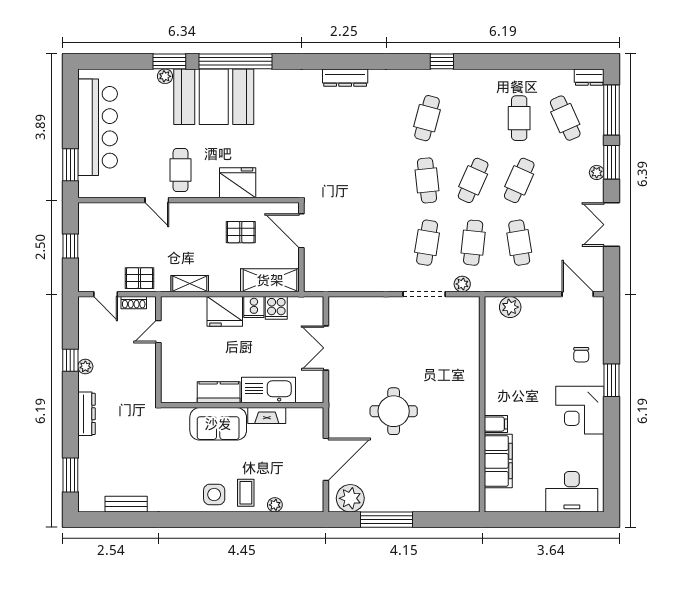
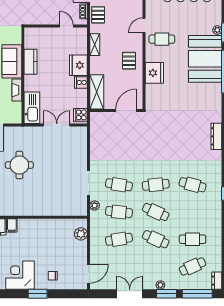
pallet: (241, 232) -> (129, 61), moved
cooker: (276, 308) -> (80, 115), moved
kitchen sink: (268, 390) -> (32, 108), moved

